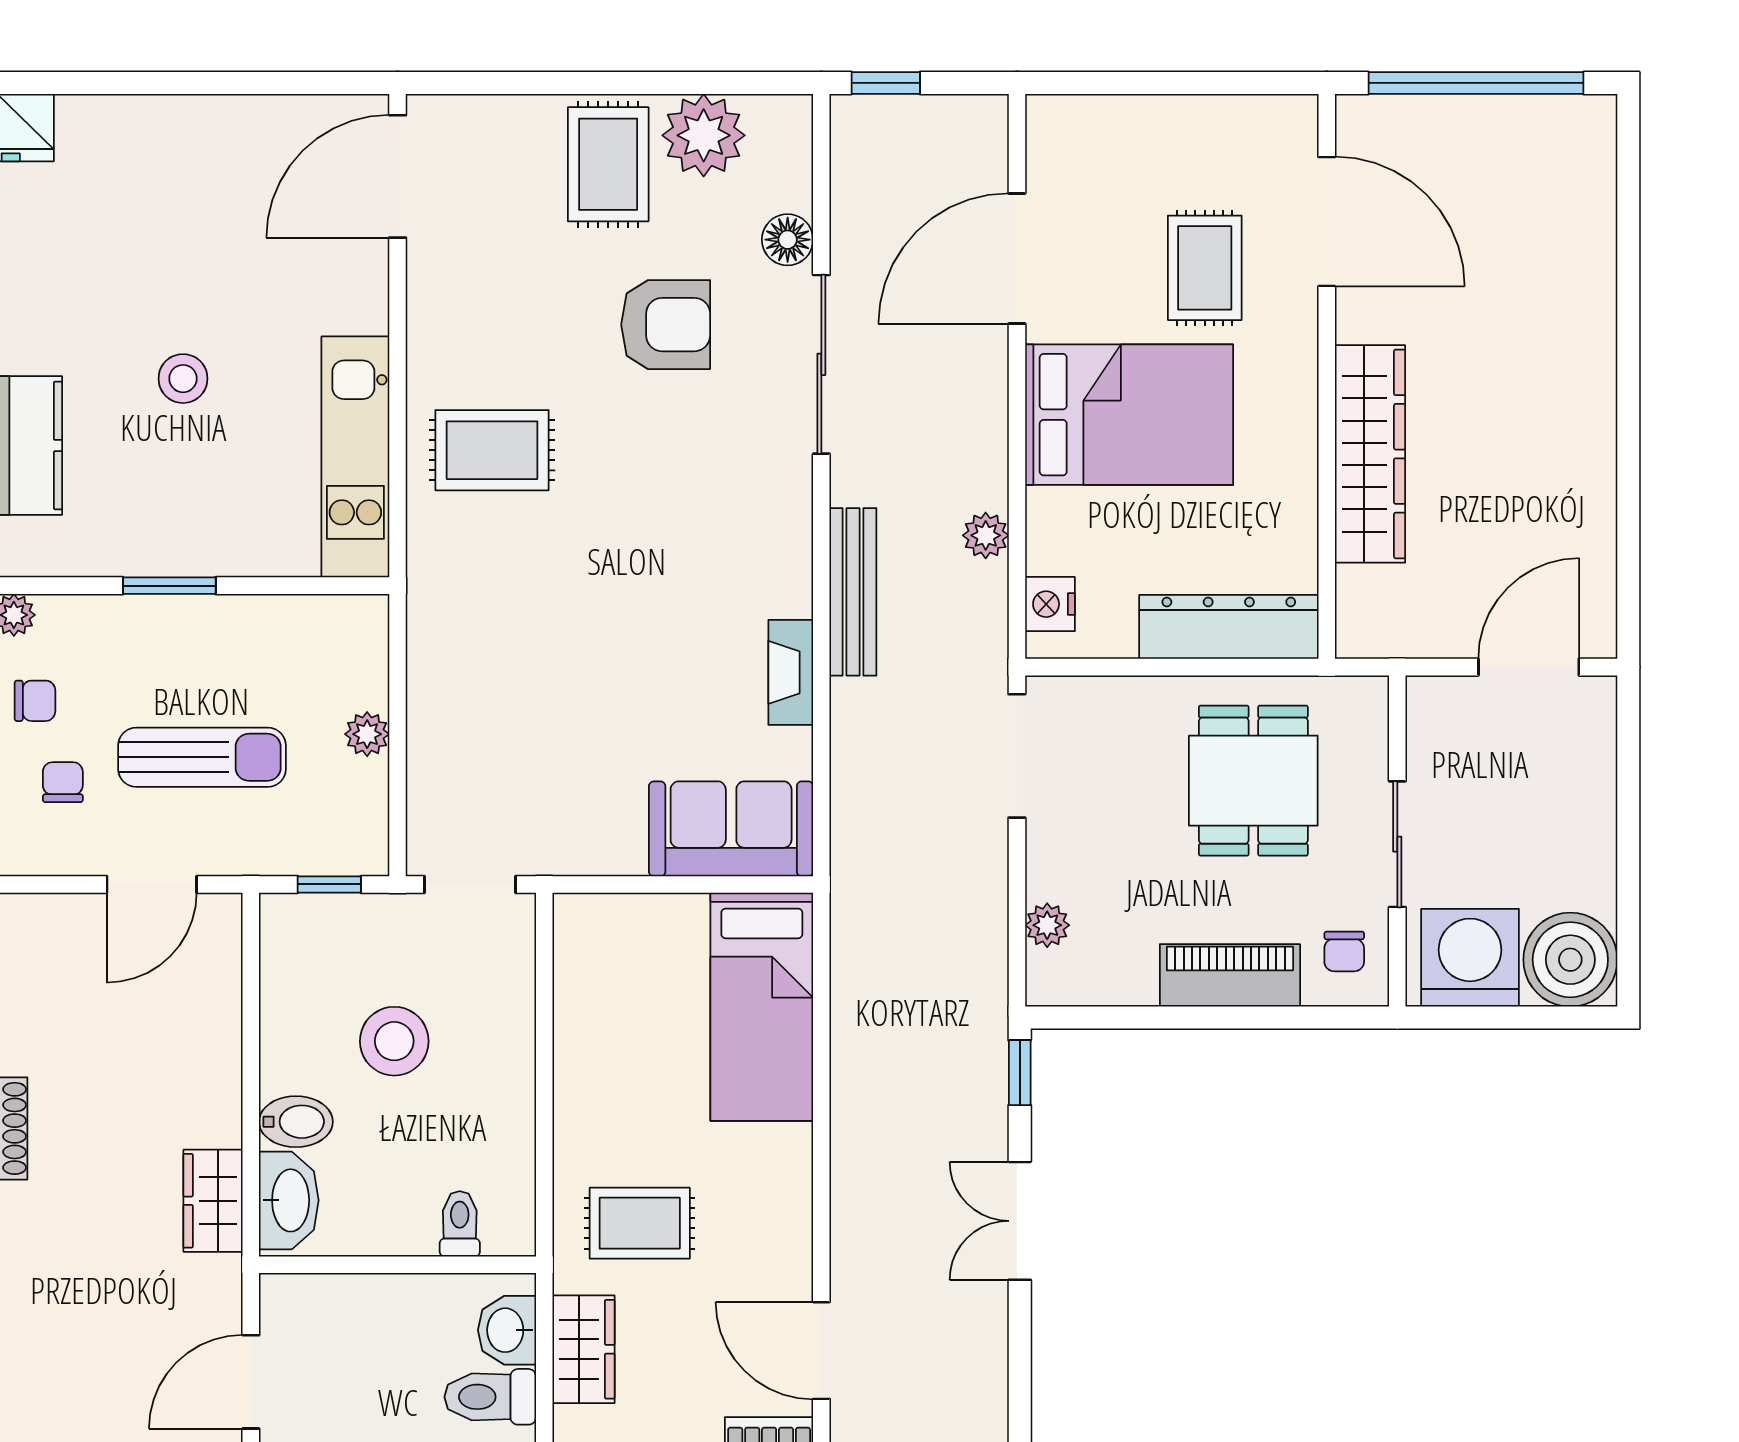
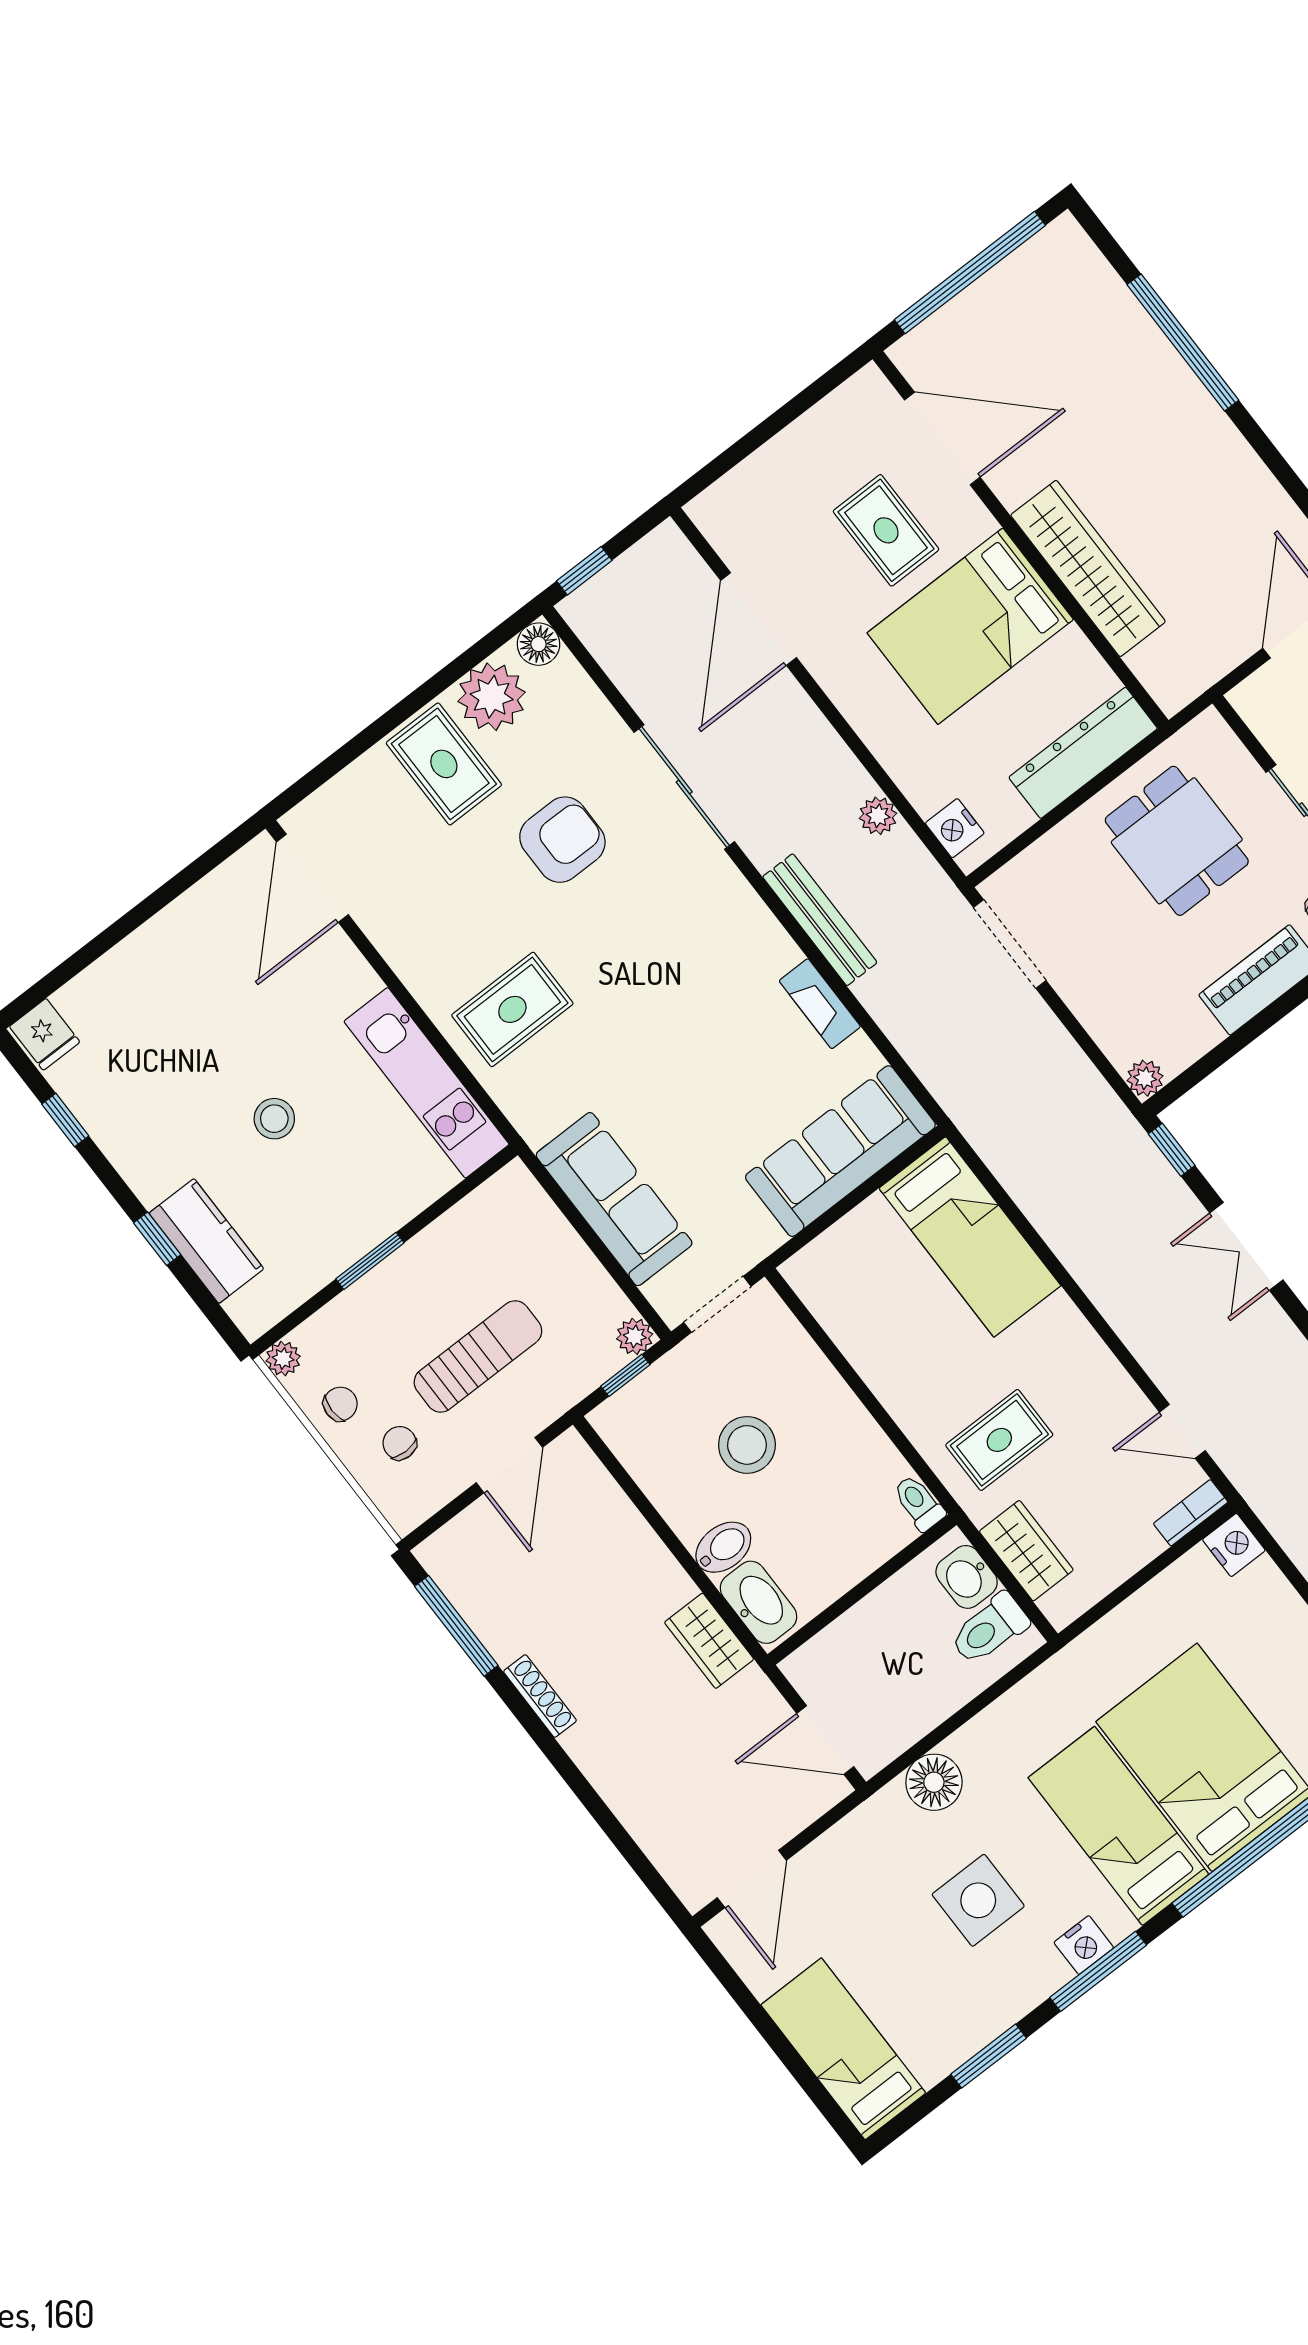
floor lamp: (788, 240) -> (538, 644), moved
window: (1628, 308) -> (1183, 342), added
bed: (1129, 415) -> (970, 626), moved, turned 180
sofa: (449, 707) -> (614, 1199), added
plant: (367, 734) -> (635, 1336), moved
sofa: (731, 829) -> (840, 1151), width x1.36
plant: (1047, 925) -> (1145, 1078), moved
toilet: (460, 1224) -> (919, 1503), moved
door: (821, 1351) -> (1182, 1431), width x0.73
door: (251, 1382) -> (825, 1740), hinge flipped

